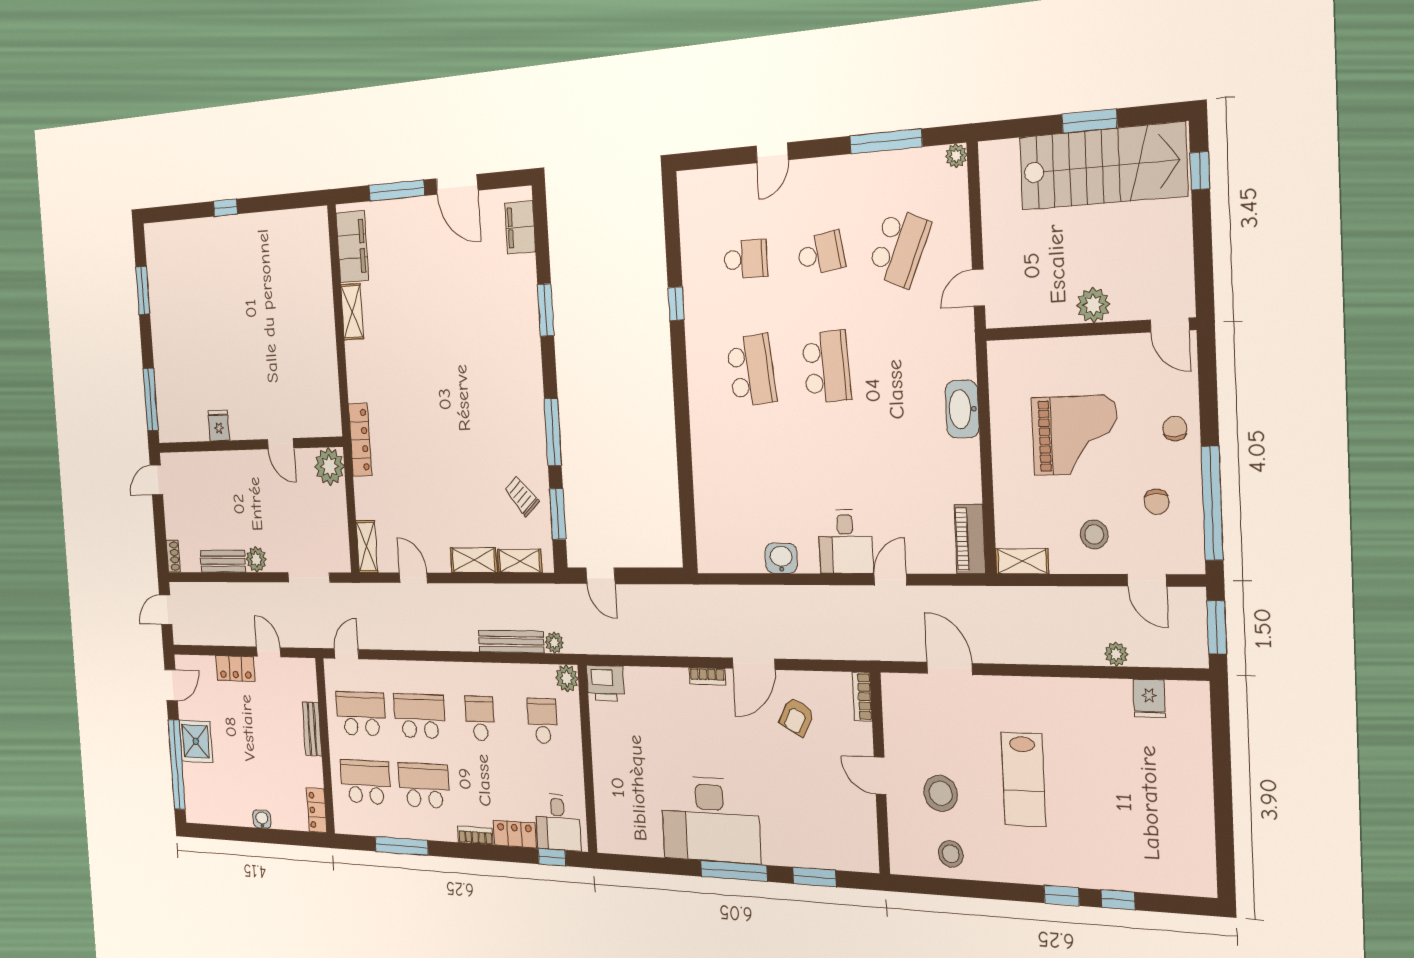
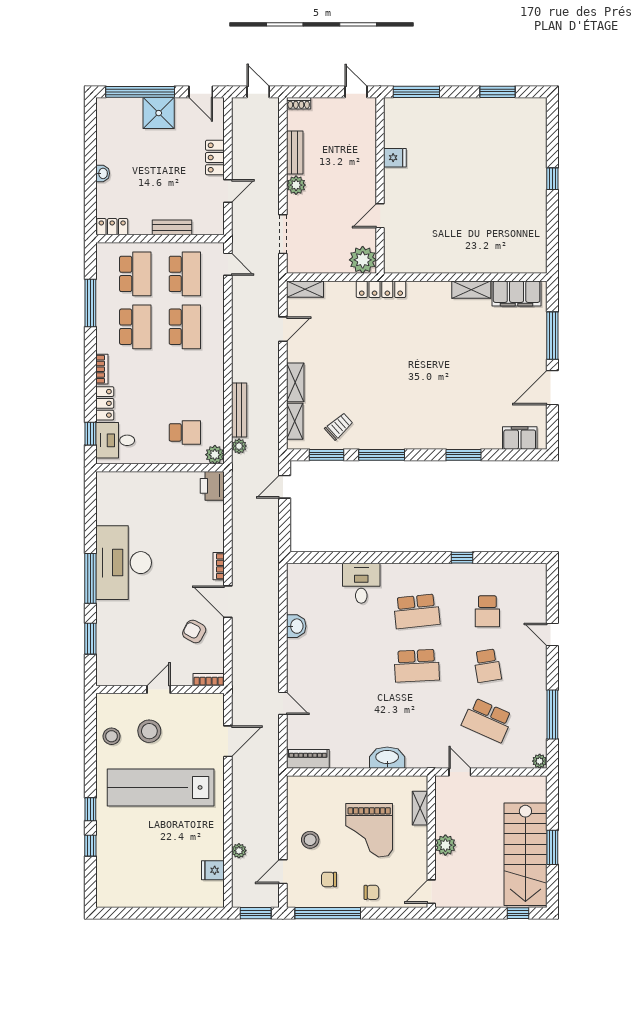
desk: (845, 542) -> (361, 583), moved, turned 90
shelving: (1022, 561) -> (420, 808), moved
school desk: (480, 718) -> (185, 380), removed
lab bench: (1023, 780) -> (161, 787), width x1.86, depth x1.39

